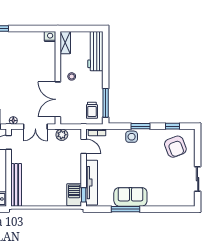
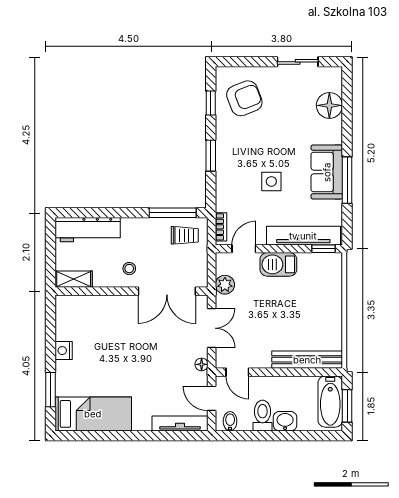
nightstand: (50, 36) -> (64, 351), moved
side table: (132, 137) -> (271, 181), moved
barbecue: (74, 195) -> (278, 264), moved
floor lamp: (171, 198) -> (329, 105), added

